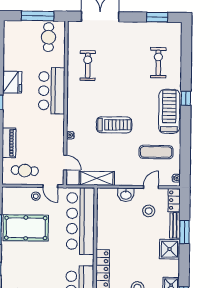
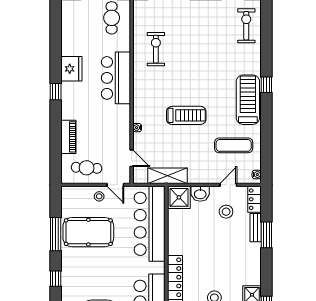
exercise bike: (158, 63) -> (246, 26), moved
shower: (170, 249) -> (179, 197), moved

